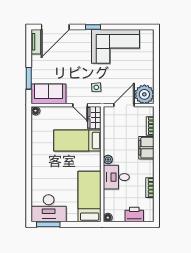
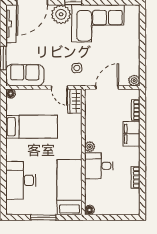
plant: (82, 38) -> (61, 14), added
tv unit: (36, 42) -> (11, 24), width x1.41
plant: (144, 94) -> (134, 81), width x0.53, depth x0.53
bed: (77, 141) -> (32, 127), moved, turned 180
desk: (49, 208) -> (21, 180), moved, turned 90
printer: (134, 214) -> (118, 207), removed
window: (48, 224) -> (43, 217), moved

